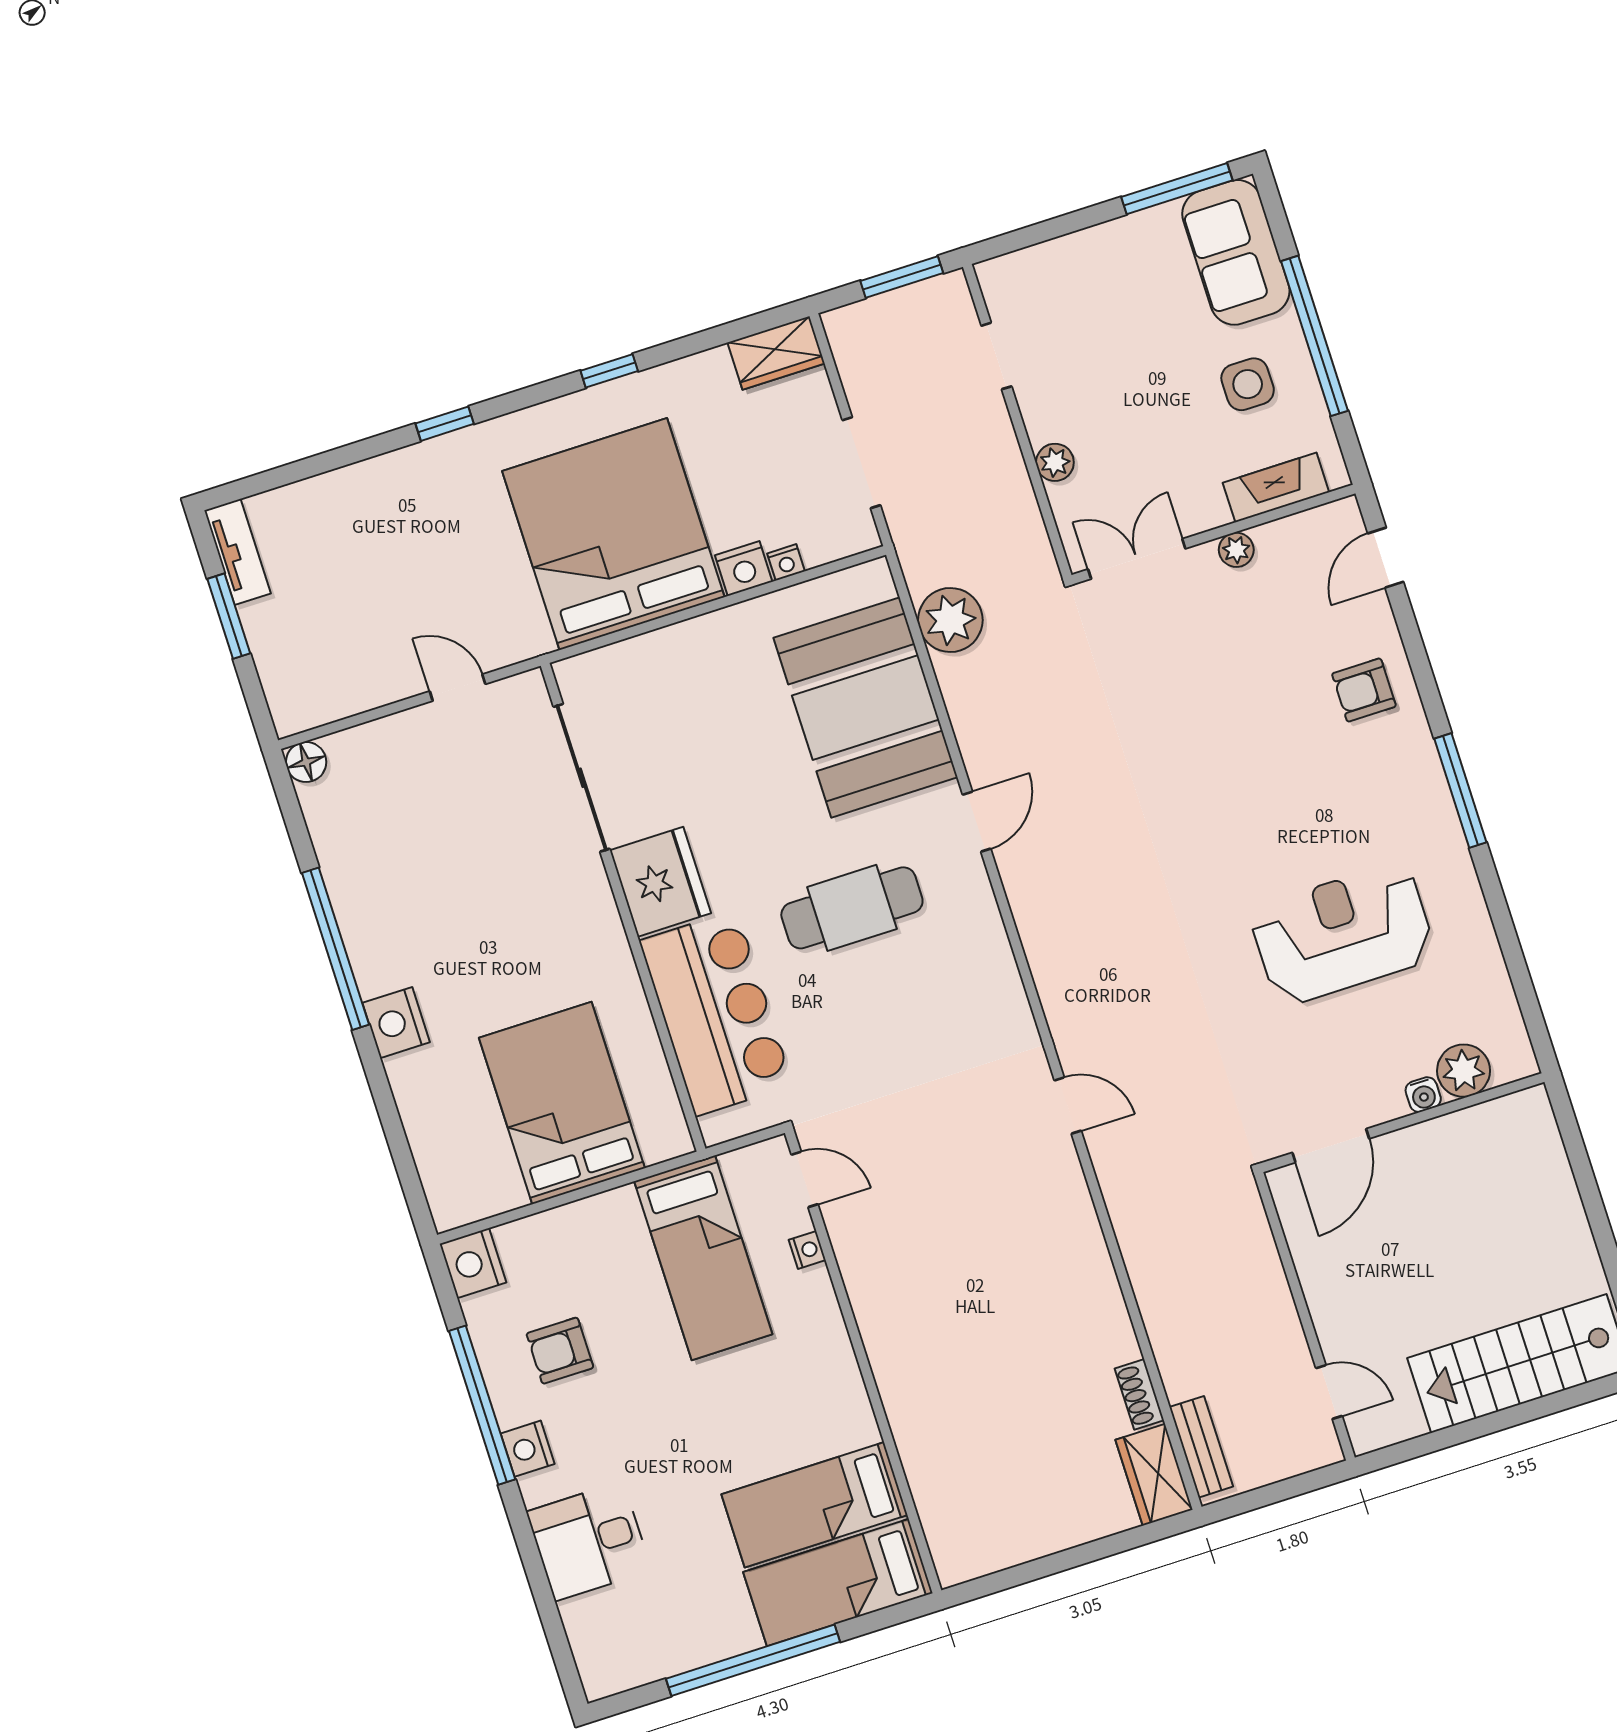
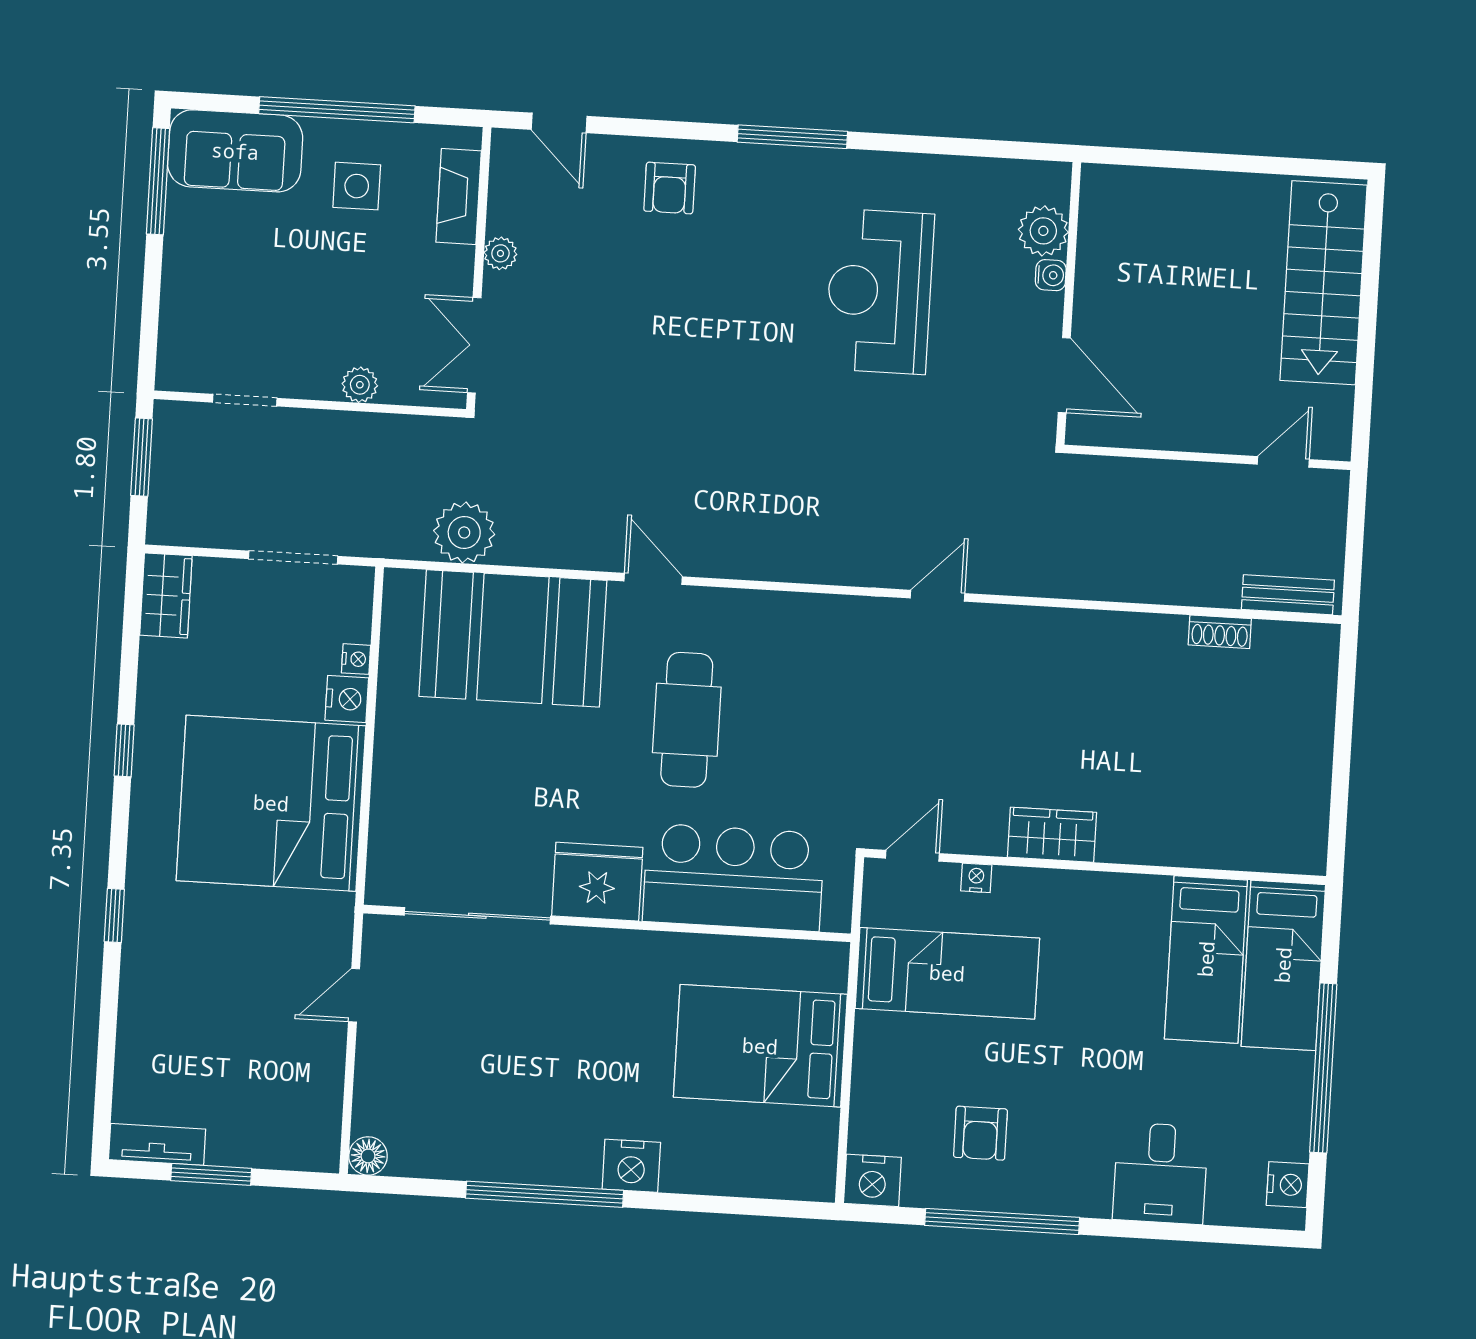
nightstand: (528, 1449) -> (1288, 1185), moved, turned -90
wardrobe: (1154, 1475) -> (1052, 835), moved, turned 180

